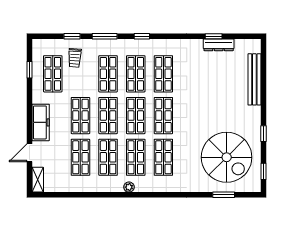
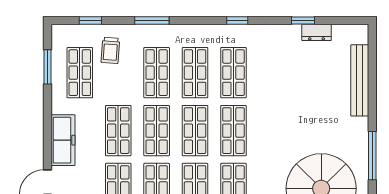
window: (72, 36) -> (90, 20), moved
window: (142, 36) -> (237, 20), moved
dresser: (219, 45) -> (317, 32), width x0.70
window: (29, 70) -> (47, 67), width x1.50
window: (263, 134) -> (372, 156), width x2.17

